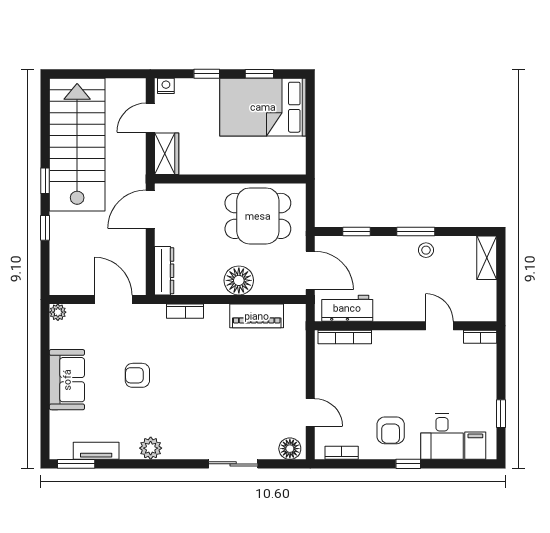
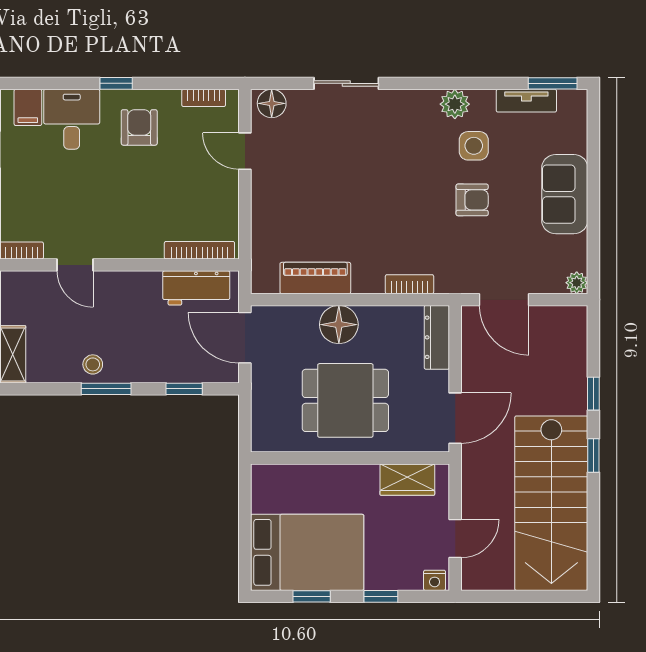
wardrobe: (167, 154) -> (407, 480), moved, turned -90
dining table: (258, 216) -> (345, 400), moved
side table: (136, 416) -> (474, 146), added

